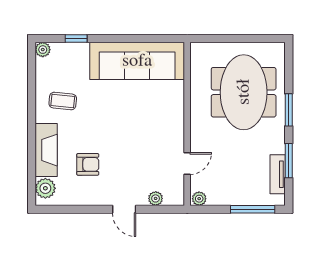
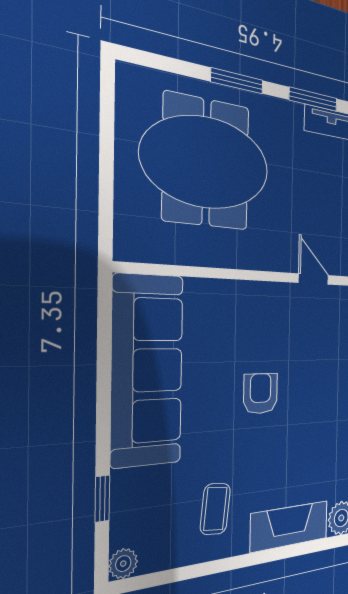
armchair: (88, 164) -> (261, 394), moved

